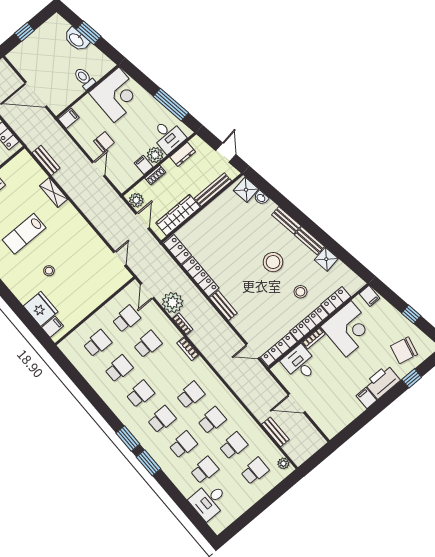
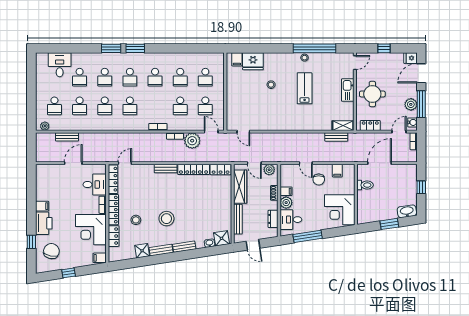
washbasin: (77, 40) -> (407, 211), moved
toilet: (84, 78) -> (365, 185), moved
filing cabinet: (69, 118) -> (337, 171), moved
shelving: (54, 192) -> (343, 126), moved

